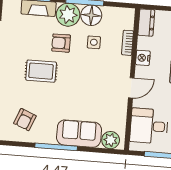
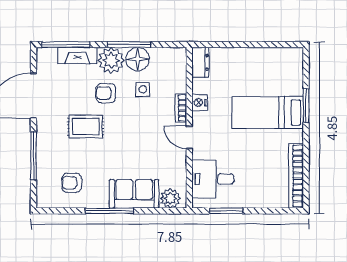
bookcase: (128, 43) -> (181, 108), moved
door: (131, 88) -> (189, 138), swing flipped
armchair: (25, 120) -> (72, 183), turned 68

